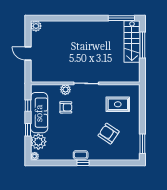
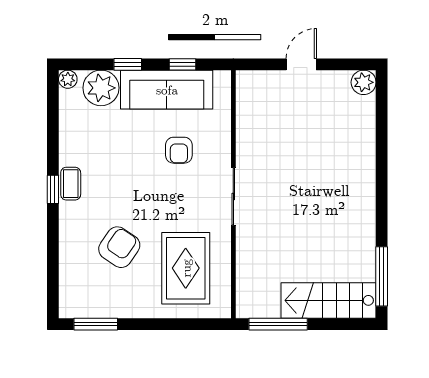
window: (142, 45) -> (278, 324), moved
plant: (65, 90) -> (219, 149), removed
rug: (118, 104) -> (186, 268), width x1.36, depth x1.43

